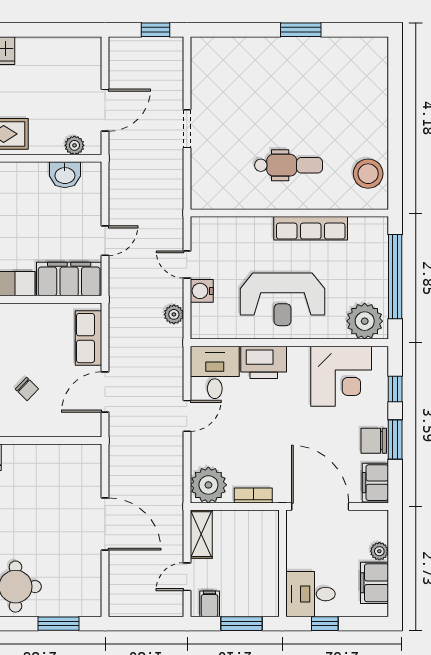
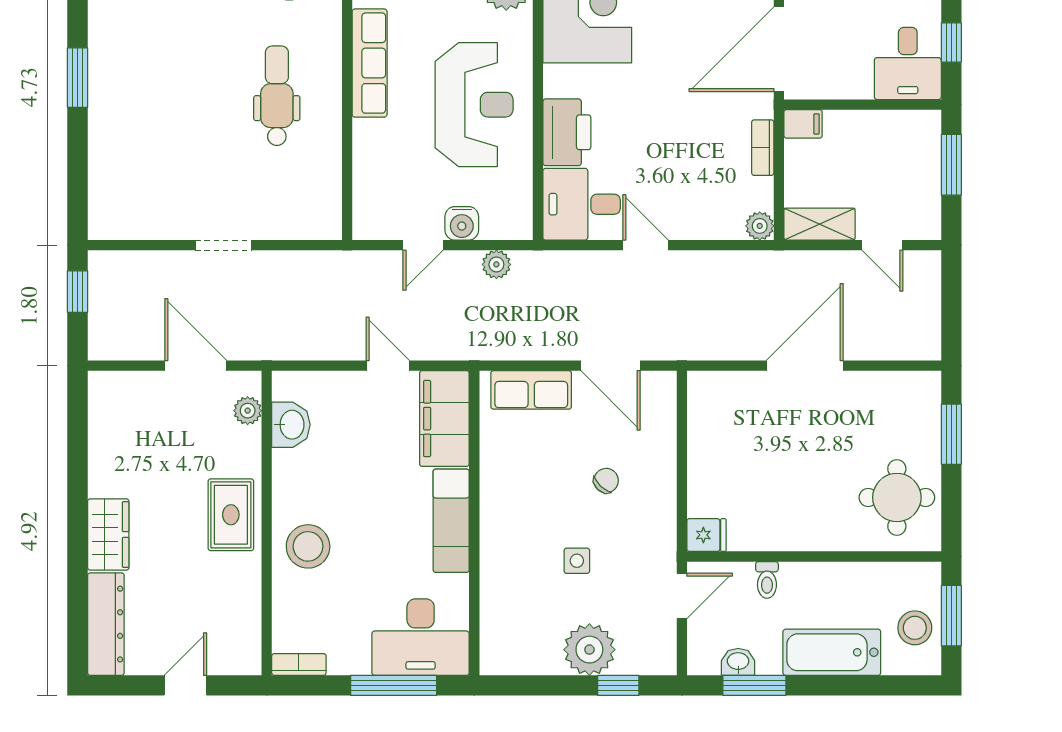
plant: (208, 485) -> (760, 226), width x0.53, depth x0.53
filing cabinet: (210, 604) -> (803, 124), moved, turned 180

